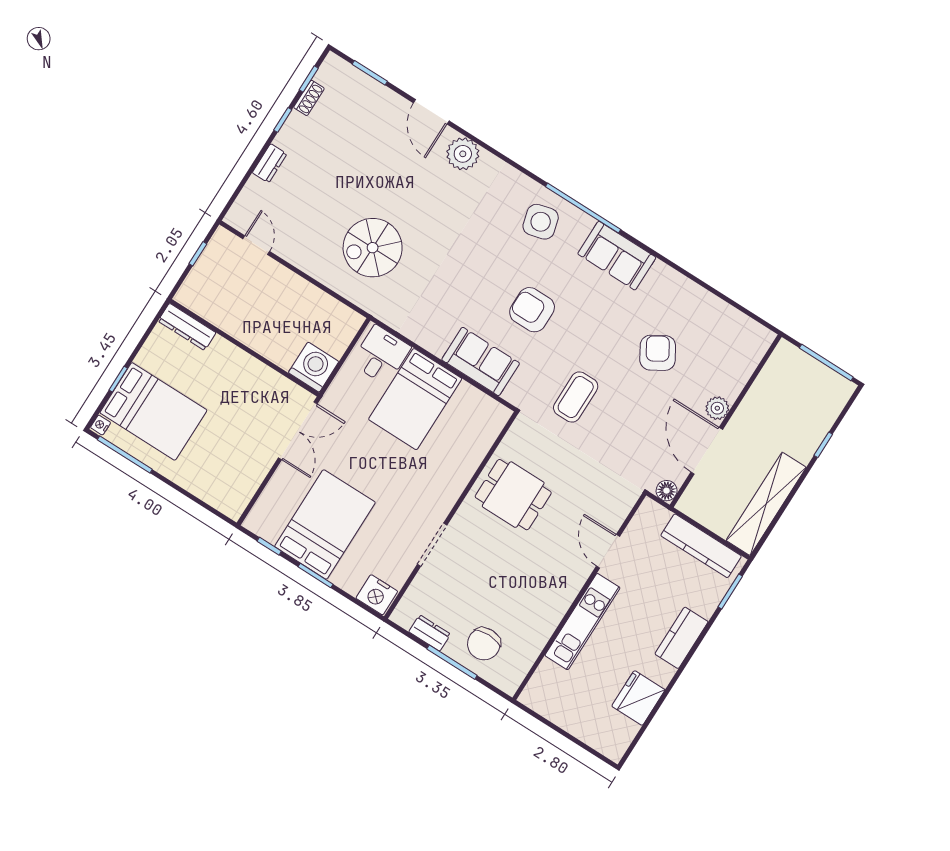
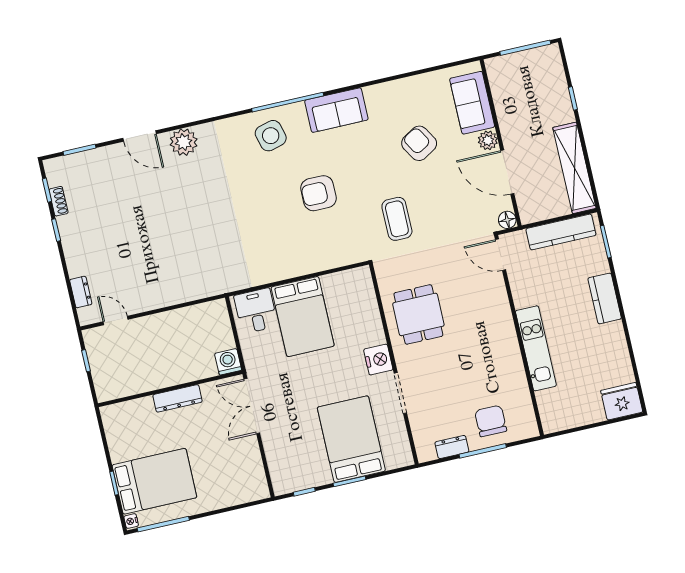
dresser: (270, 163) -> (81, 292), moved
spiral stairs: (373, 248) -> (186, 252), removed
dresser: (187, 327) -> (178, 398), moved
sofa: (481, 361) -> (472, 103), moved, turned -90
washing machine: (314, 367) -> (228, 362), width x0.73, depth x0.73
double door: (298, 431) -> (252, 406), swing flipped
dining table: (513, 495) -> (418, 314), turned 90
bed: (325, 524) -> (351, 439), moved
door: (608, 551) -> (501, 255), moved
nightstand: (377, 595) -> (378, 360), moved, turned -90
chair: (484, 644) -> (491, 421), turned 180
fridge: (638, 698) -> (622, 401), moved, turned 90

